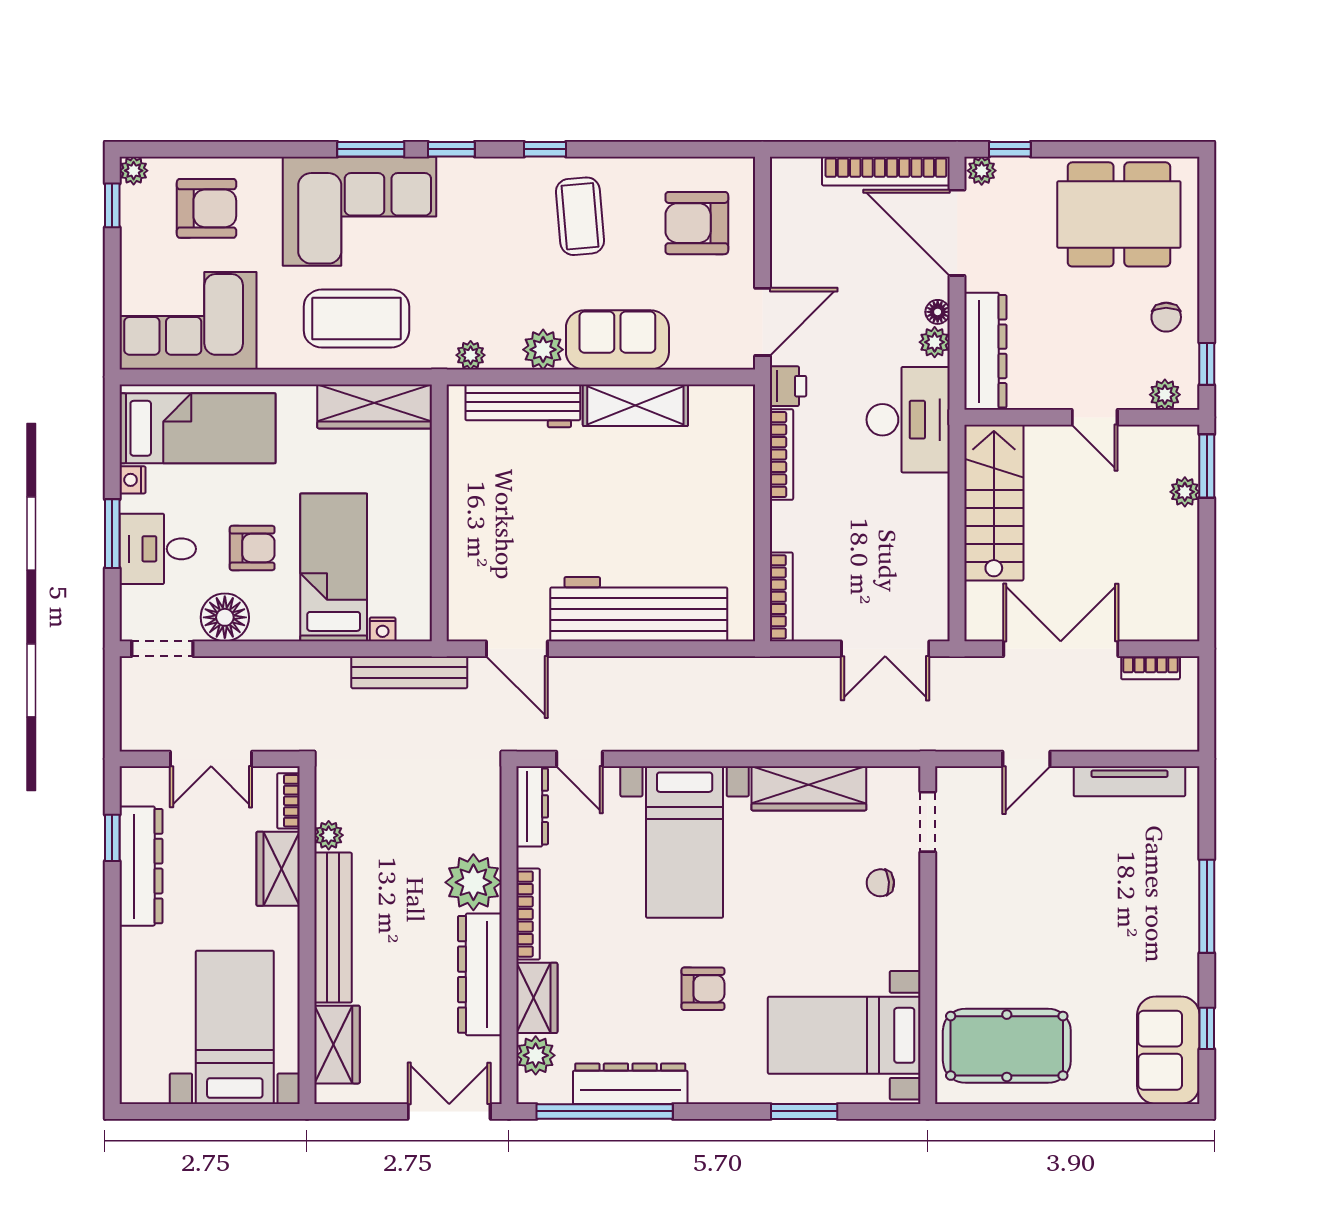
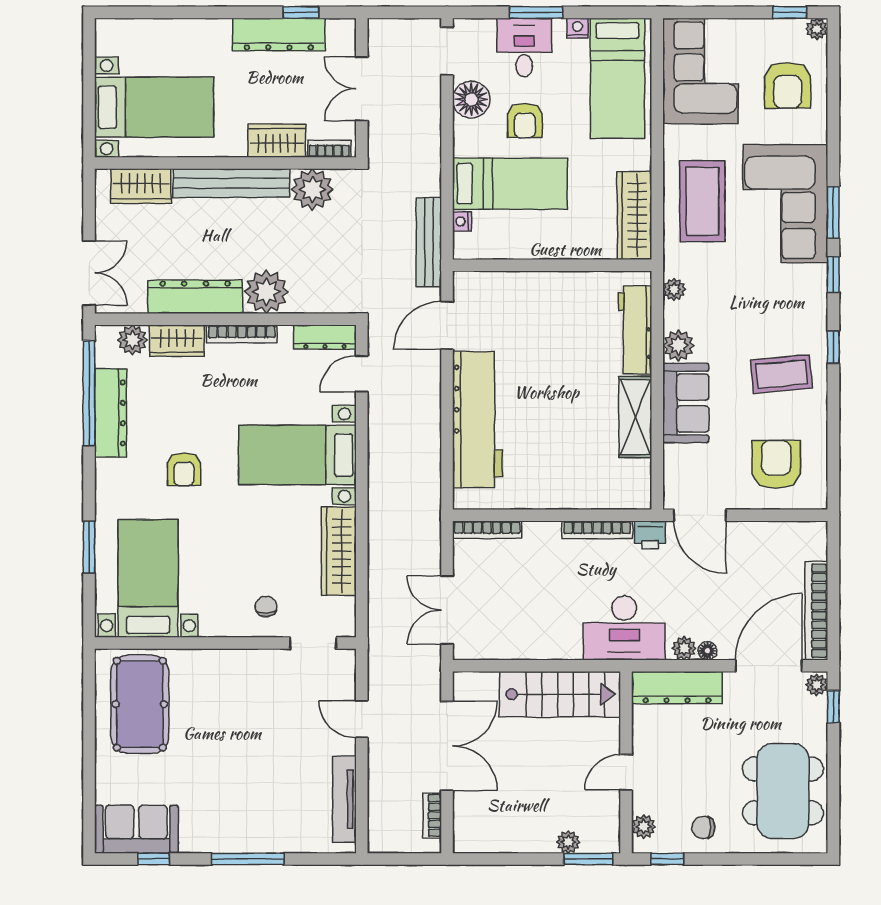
plant: (329, 835) -> (312, 189), width x1.88, depth x1.88

